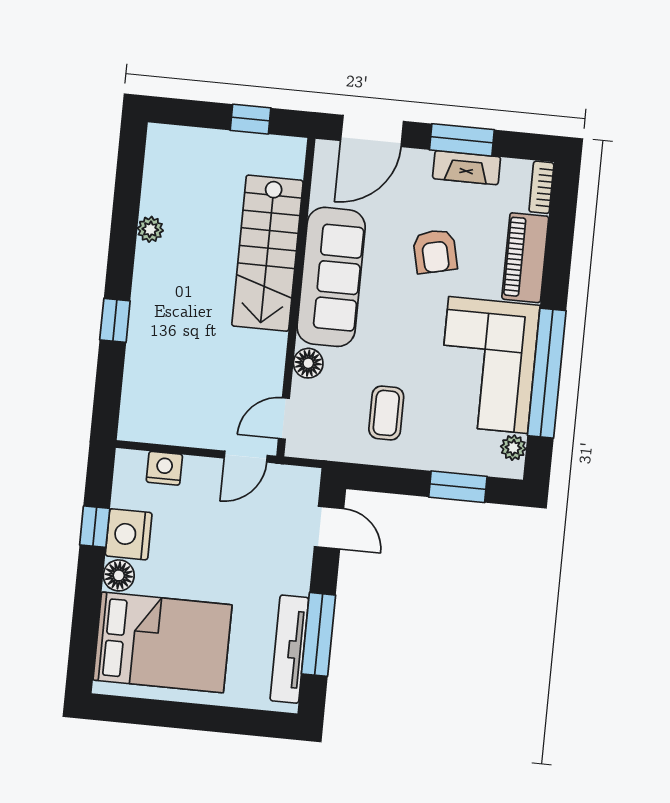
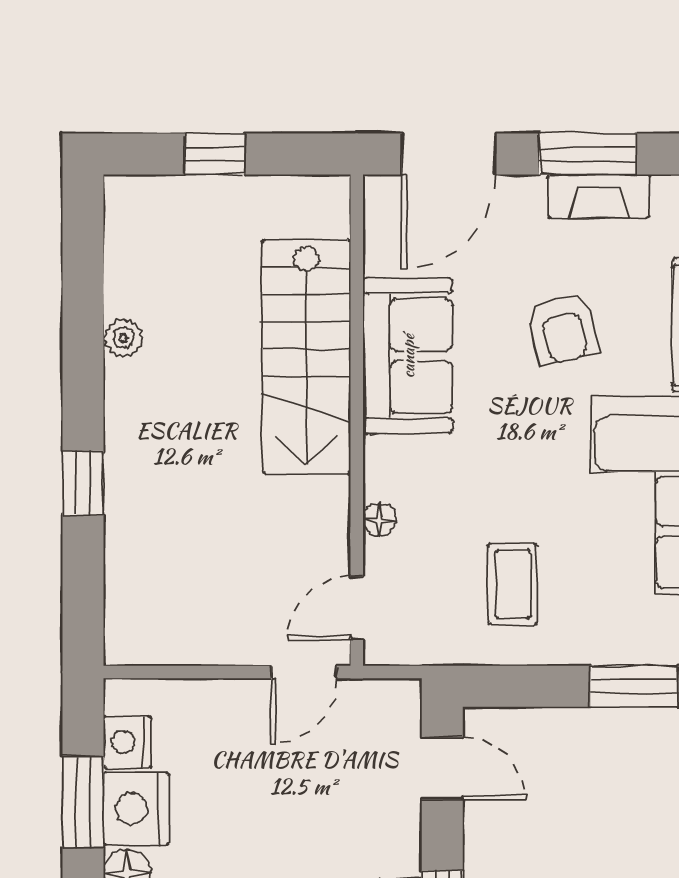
window: (250, 119) -> (215, 154), moved
sofa: (331, 277) -> (408, 356), width x0.73
floor lamp: (308, 363) -> (379, 519), width x0.73, depth x0.73
nightstand: (164, 468) -> (127, 742), moved, turned -90
window: (95, 527) -> (83, 802), width x1.50

